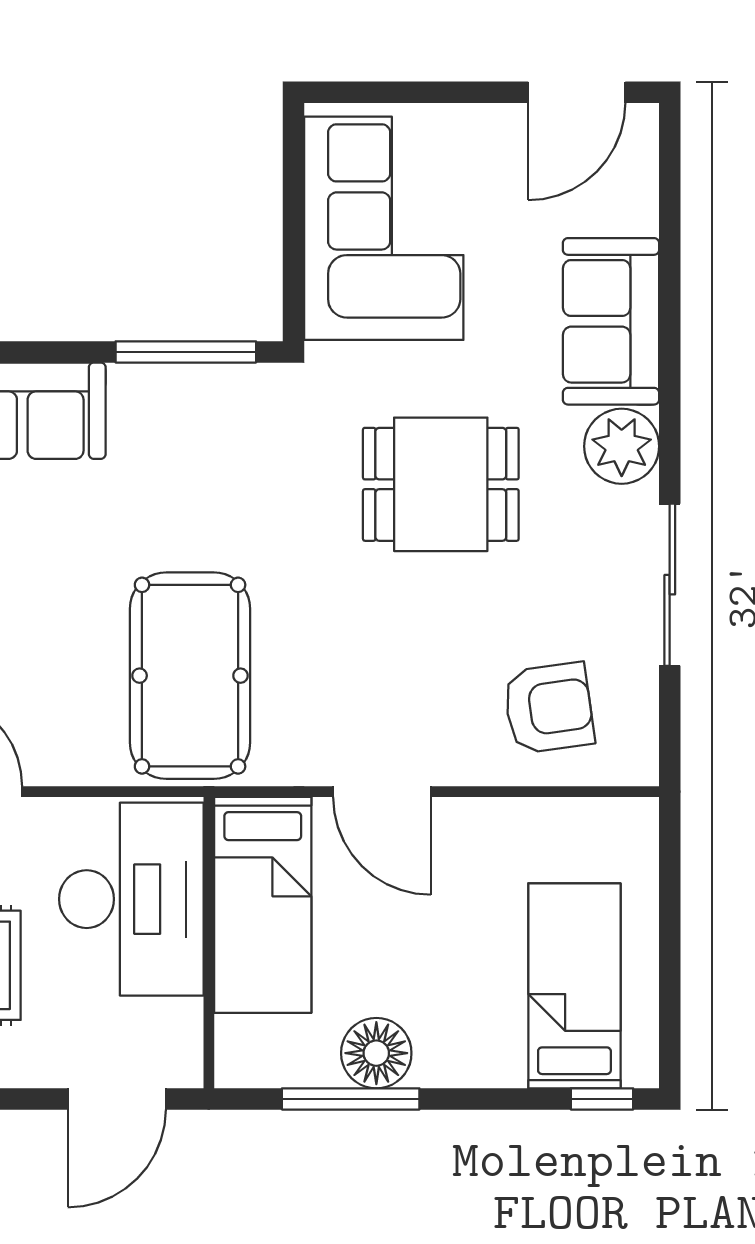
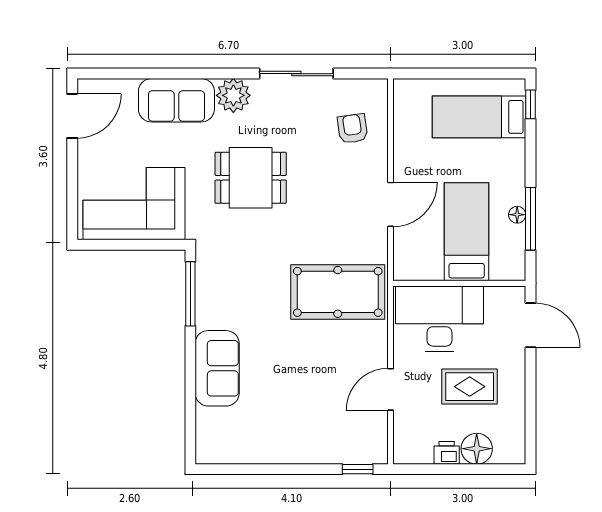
door: (577, 92) -> (72, 116), hinge flipped
dining table: (441, 484) -> (251, 178), turned 90
armchair: (549, 708) -> (352, 129), width x0.72, depth x0.72
bed: (263, 905) -> (467, 232), moved, turned -90
floor lamp: (376, 1053) -> (517, 215), width x0.53, depth x0.53

